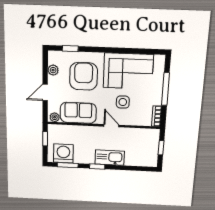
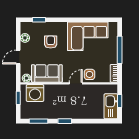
armchair: (84, 76) -> (51, 42), width x0.53, depth x0.53
side table: (123, 102) -> (90, 74), moved
door: (111, 126) -> (76, 83), hinge flipped
washing machine: (63, 153) -> (35, 93), moved, turned 180
kitchen sink: (110, 158) -> (111, 106), moved, turned -90

